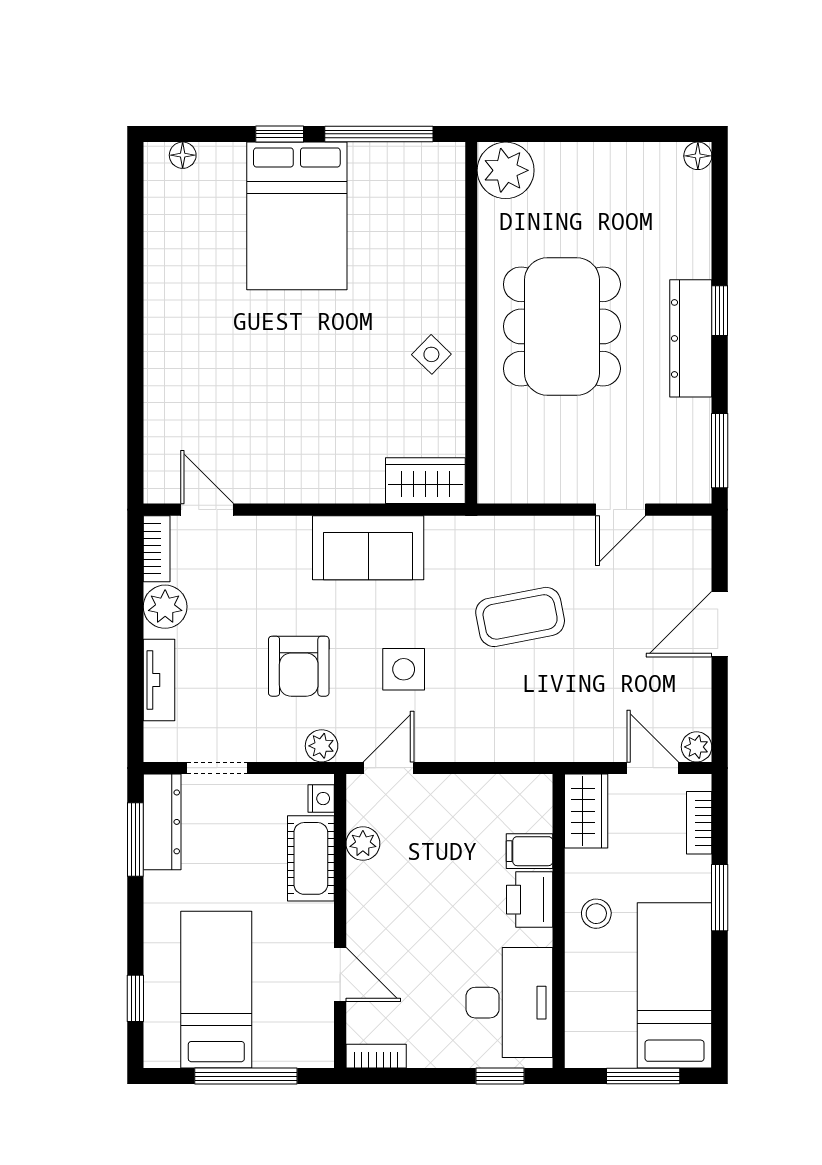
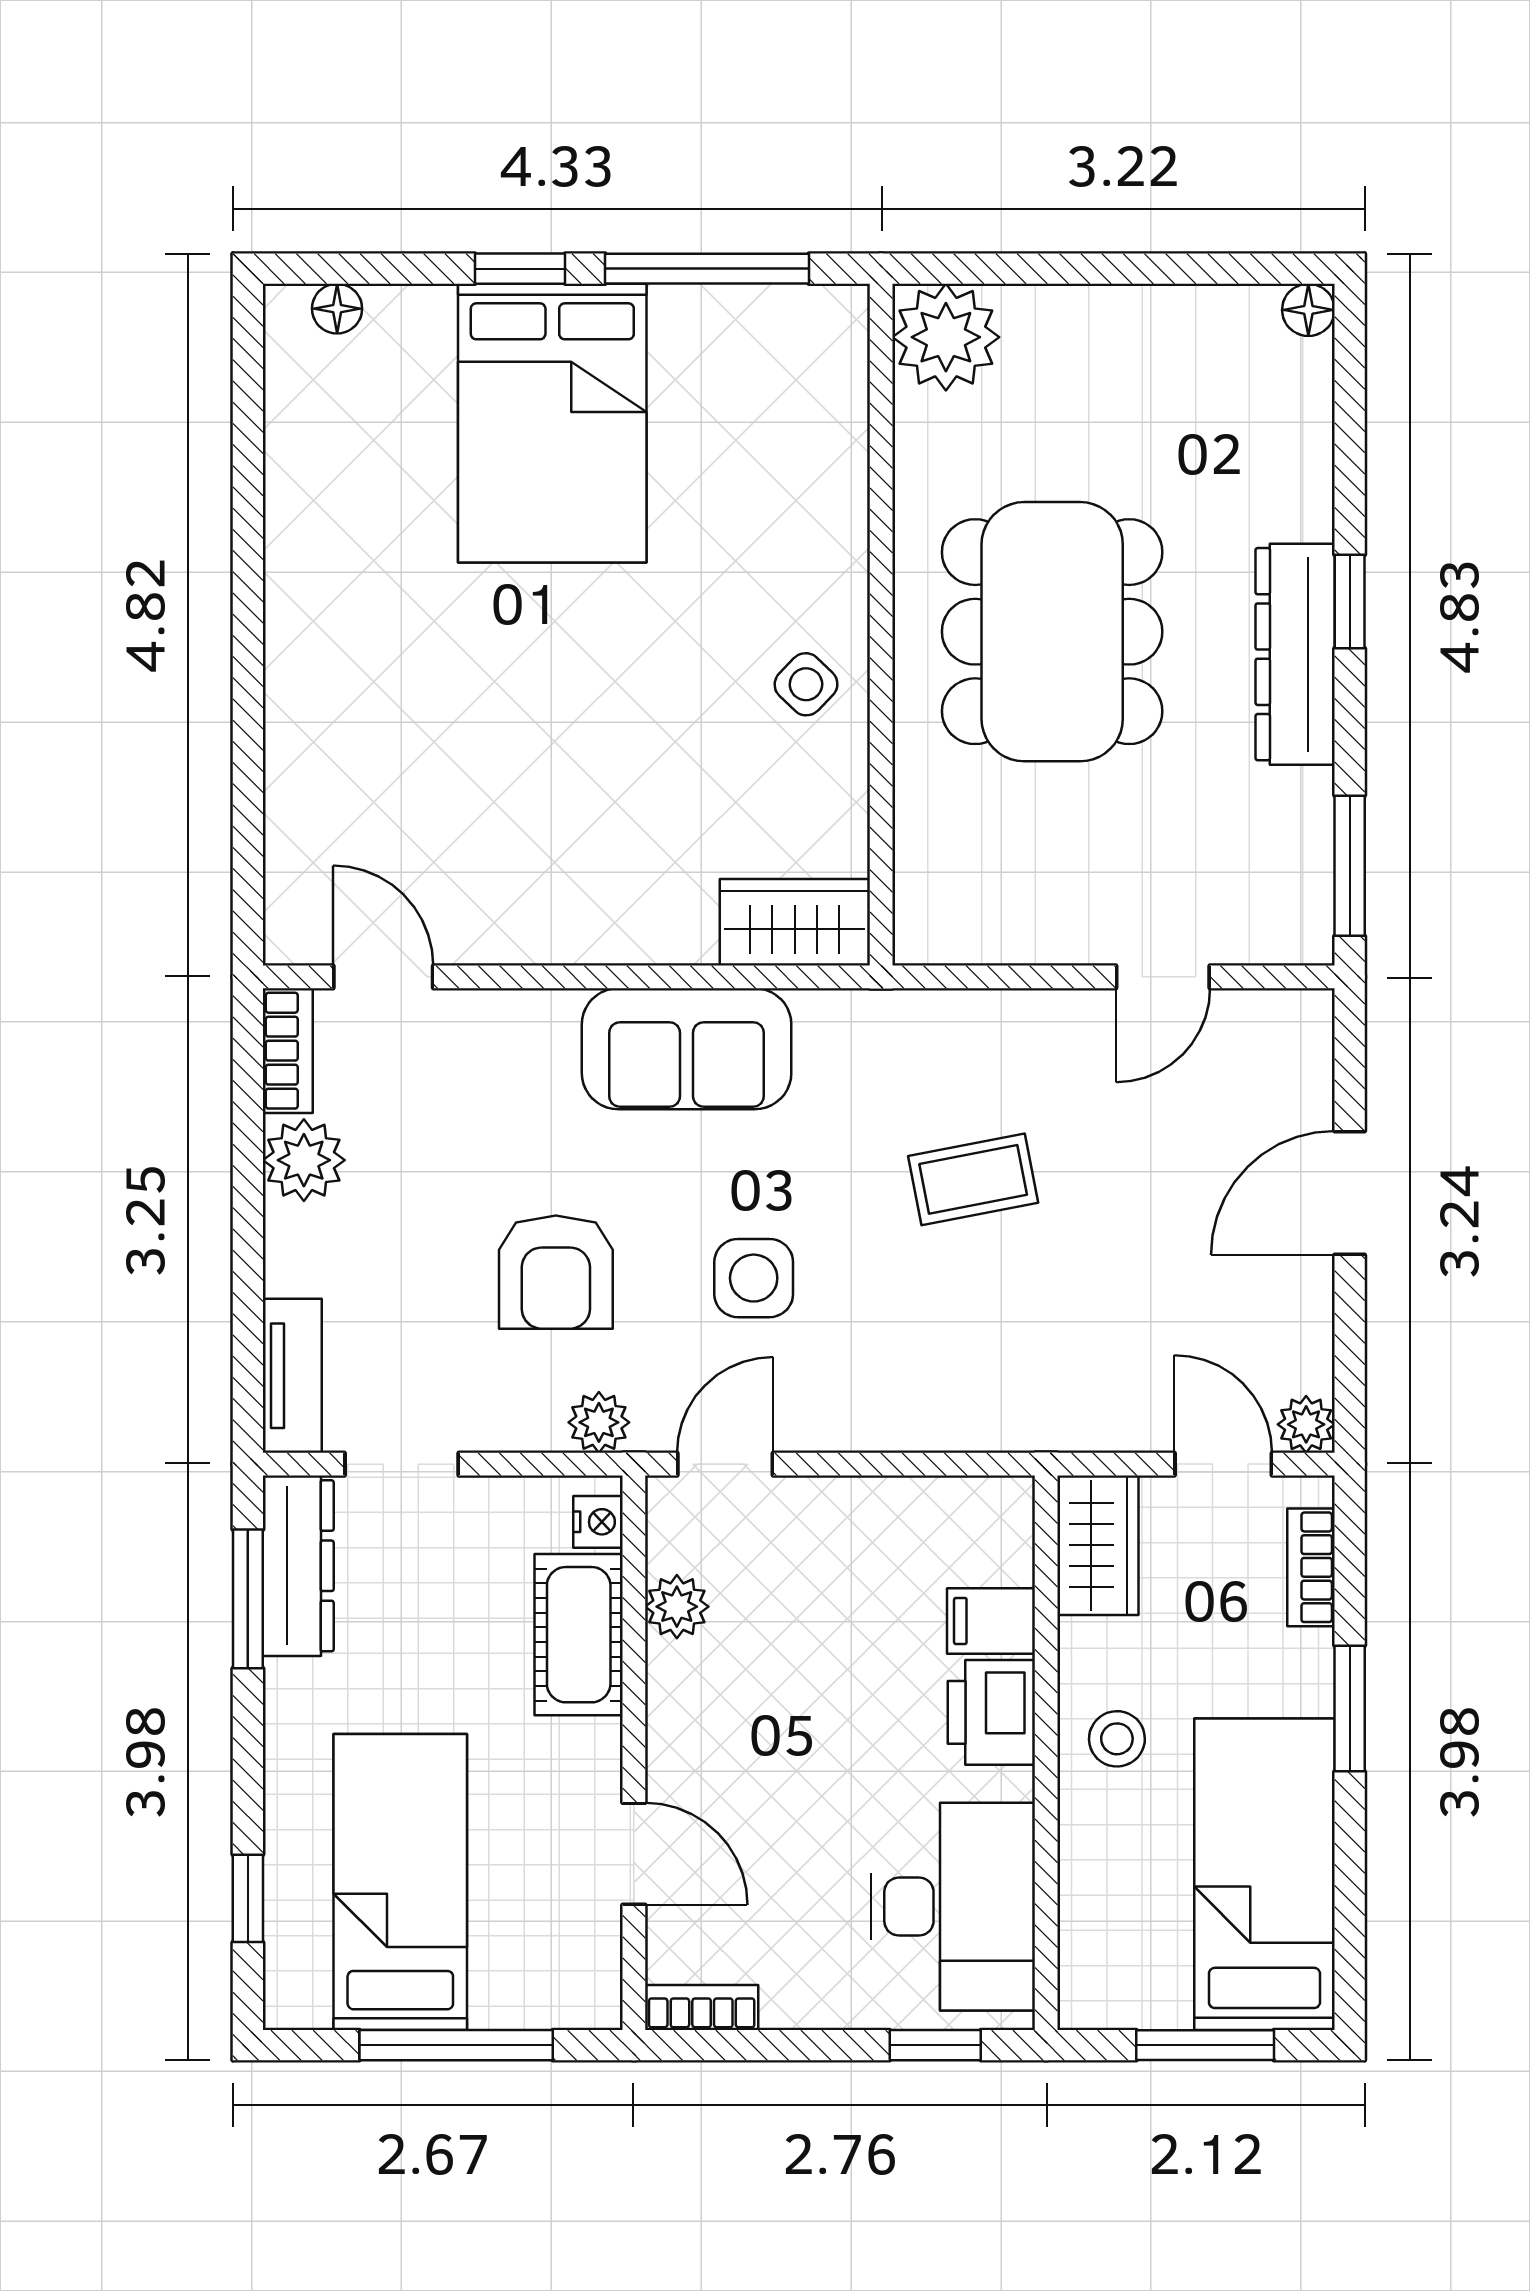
coffee table: (520, 617) -> (973, 1179), width x0.73, depth x0.77
tv unit: (159, 680) -> (292, 1376), moved

